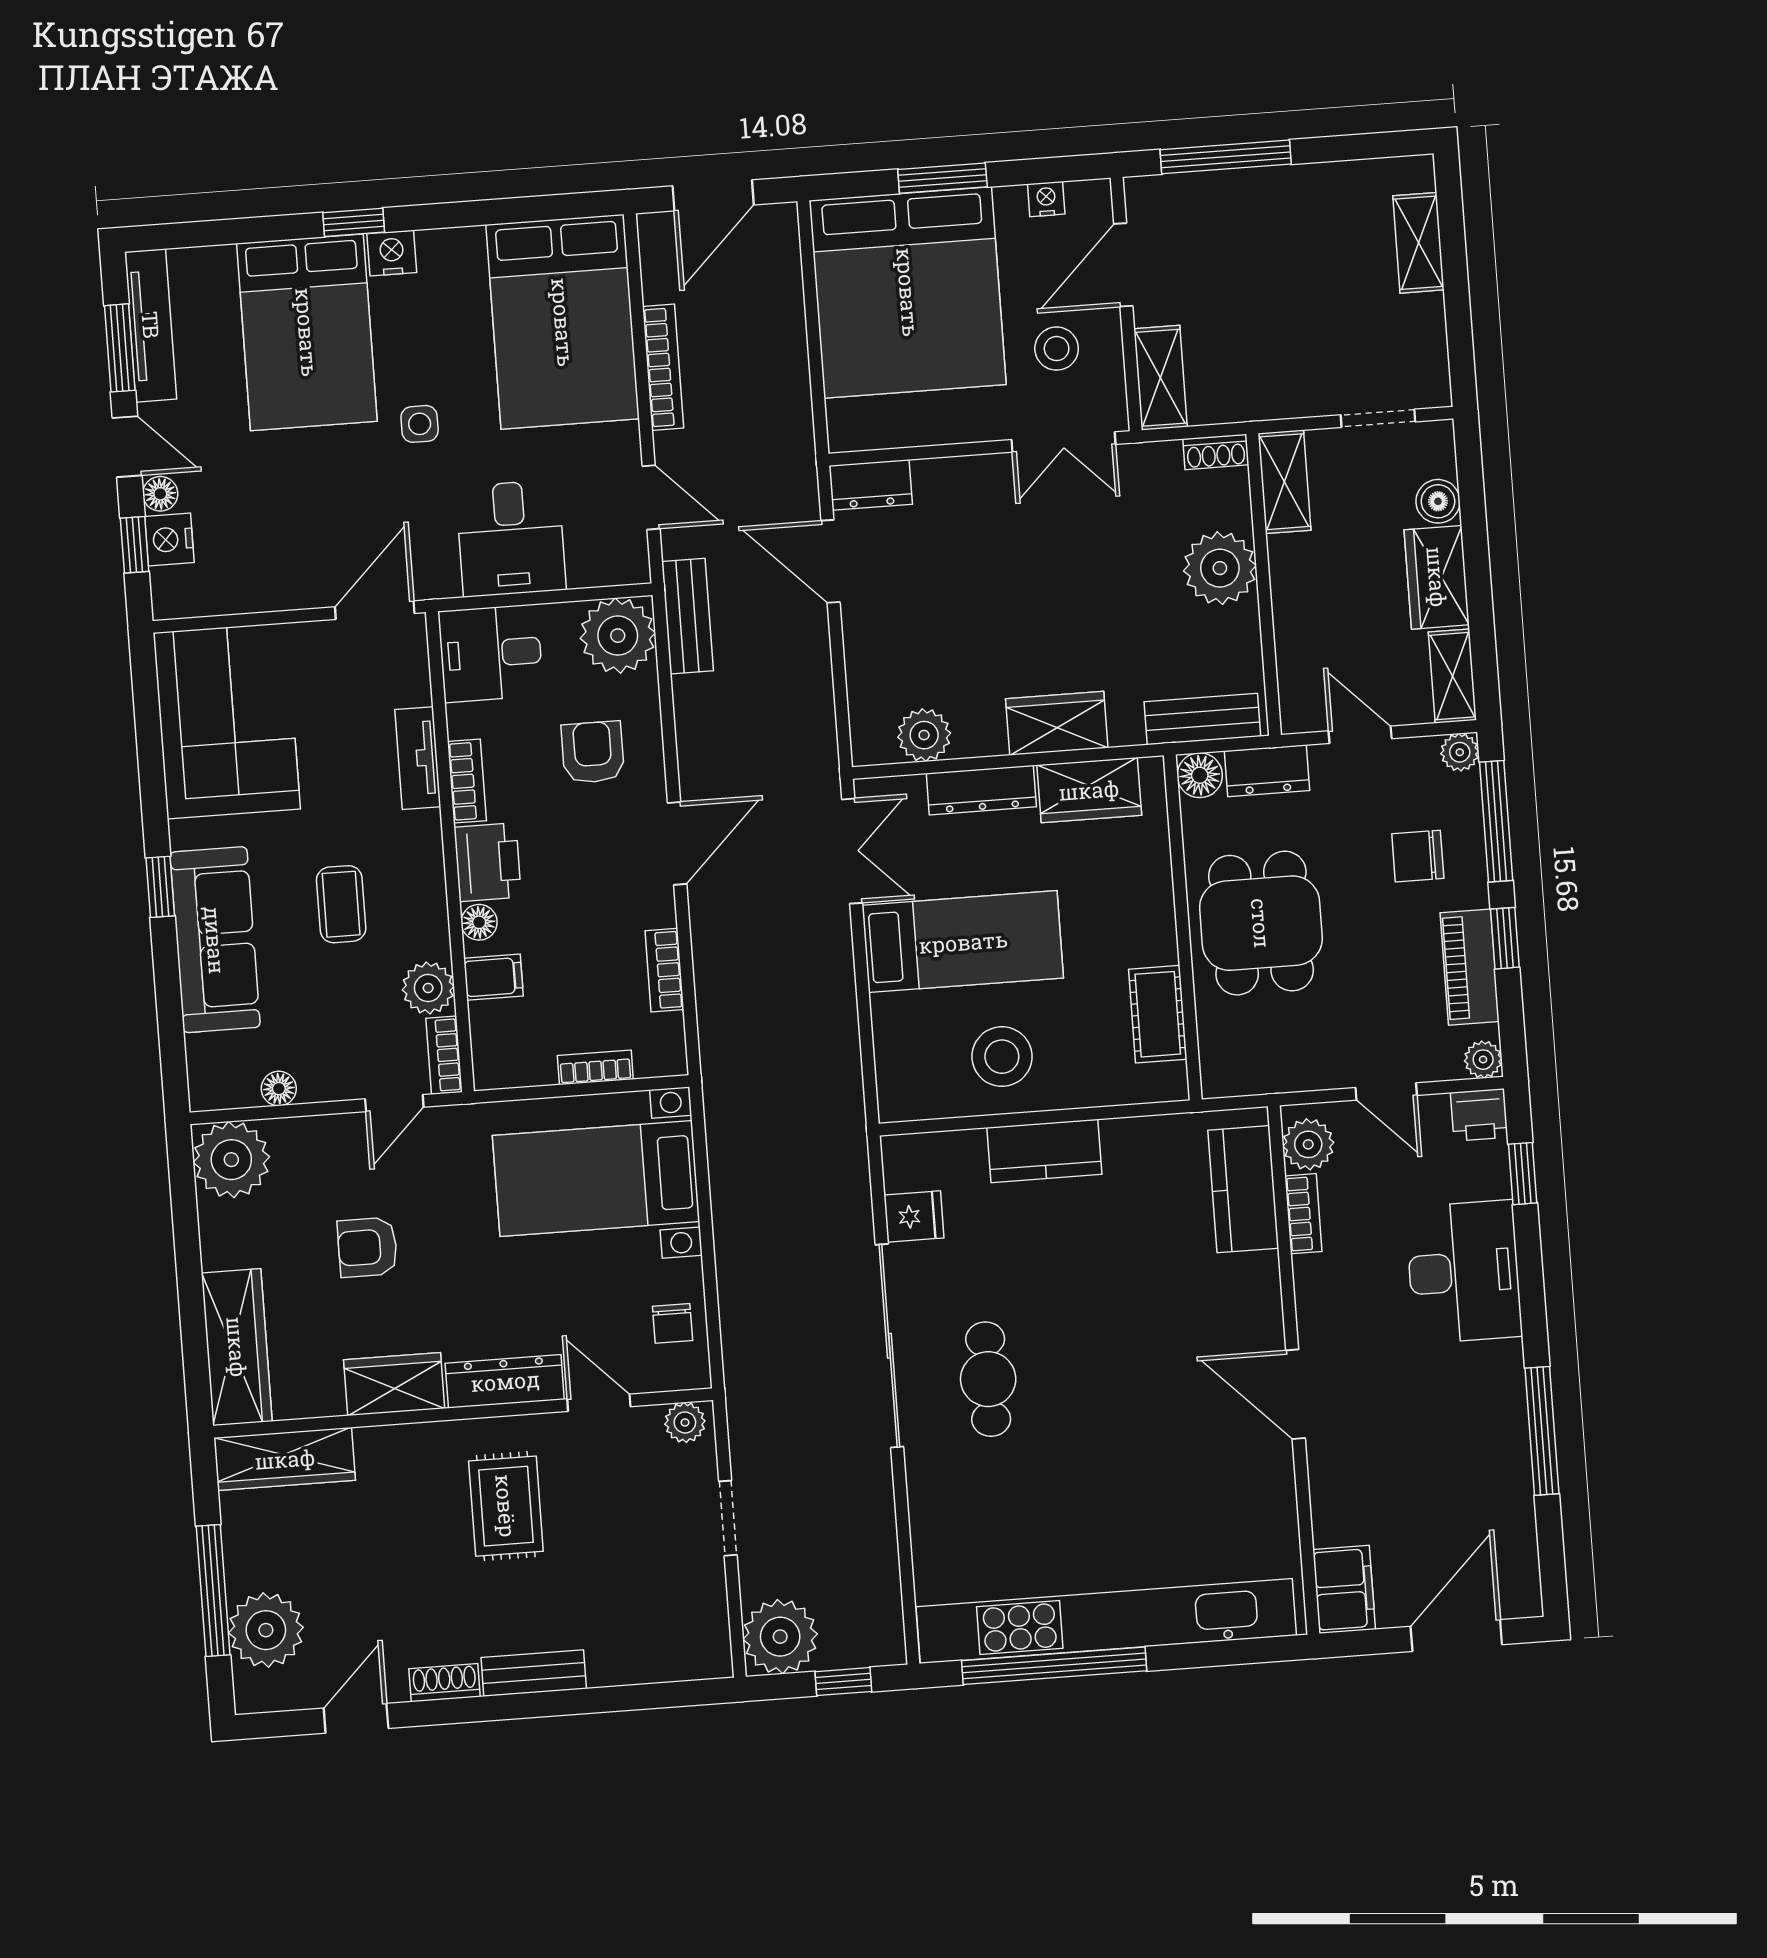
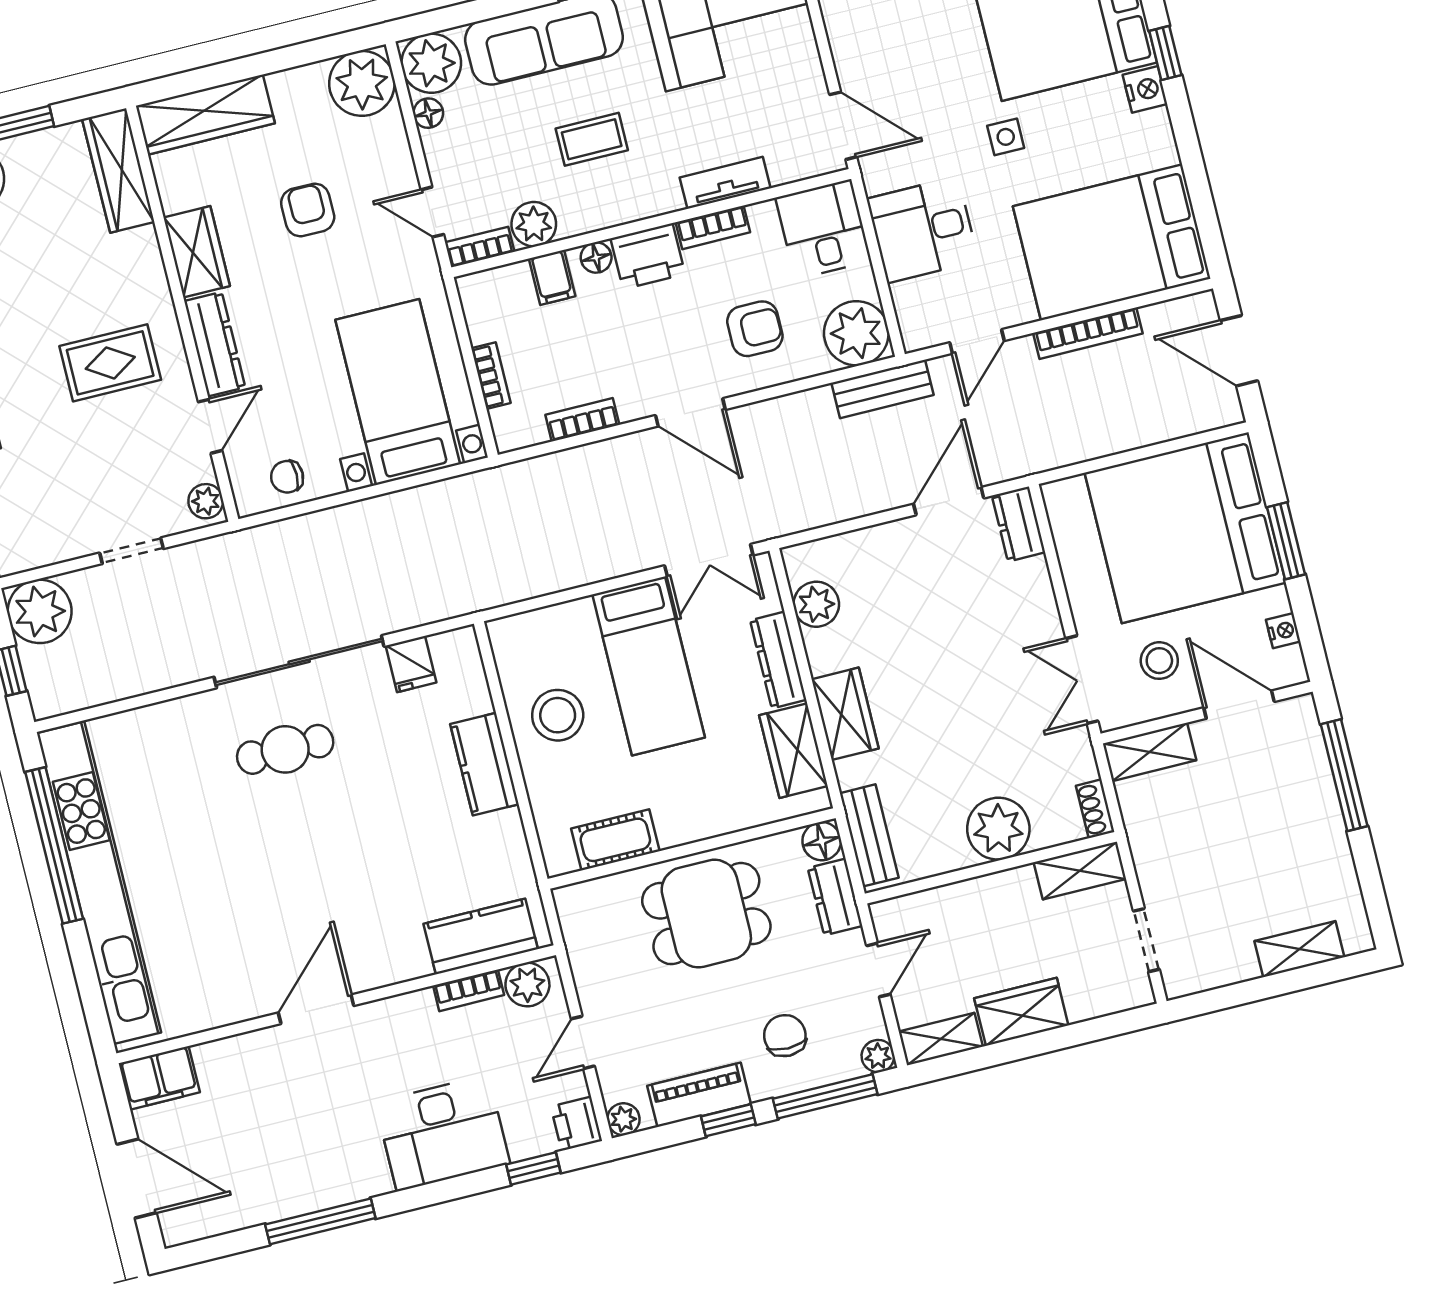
boiler: (1438, 501) -> (1085, 1002), removed
plant: (222, 1075) -> (431, 63), added

